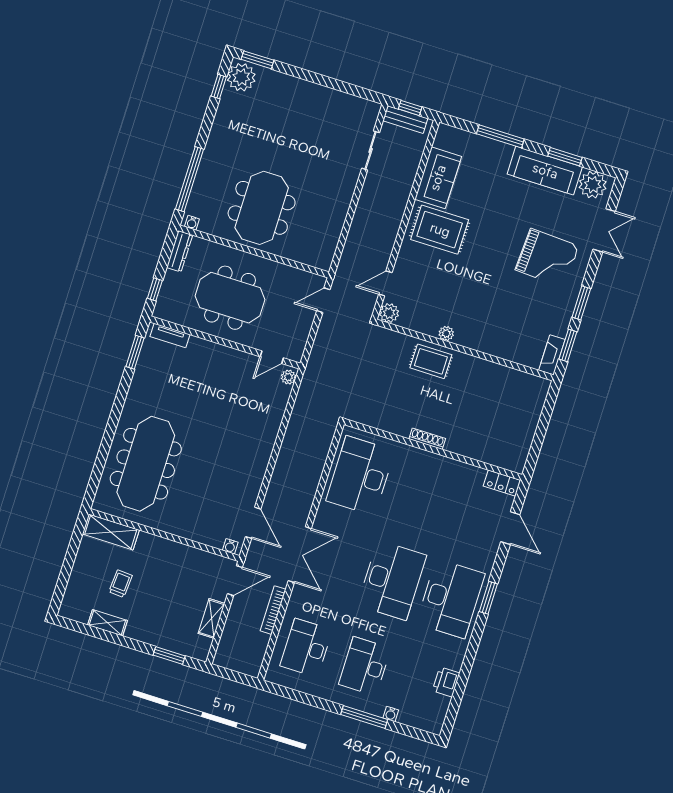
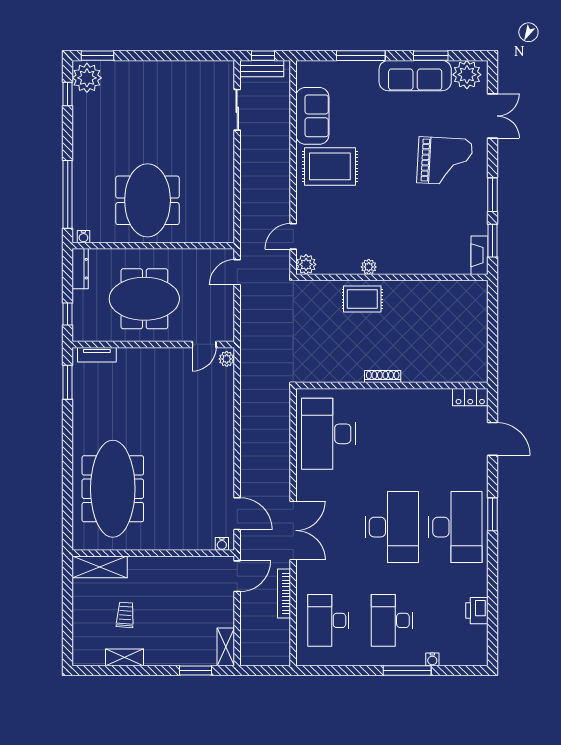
shelving: (211, 618) -> (226, 647), moved

